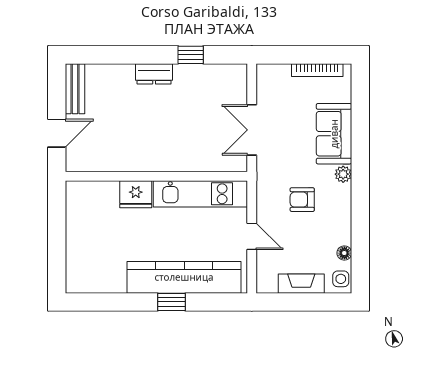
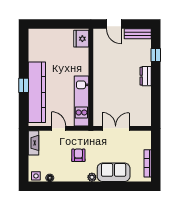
window: (191, 55) -> (156, 55), moved
fridge: (136, 194) -> (81, 39), moved
door: (252, 236) -> (59, 128), swing flipped
fireplace: (301, 284) -> (33, 143), moved

